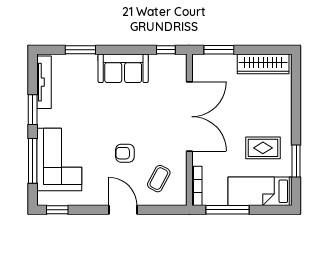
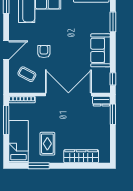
wardrobe: (263, 64) -> (81, 156), moved, turned 90
dresser: (199, 67) -> (101, 101), added
double door: (189, 117) -> (68, 95), swing flipped

